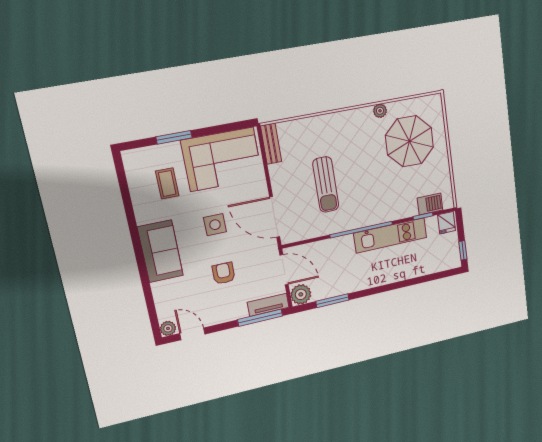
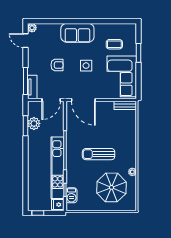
sun lounger: (326, 185) -> (99, 154), moved
door: (275, 217) -> (83, 100), swing flipped
kitchen unit: (390, 235) -> (58, 168), width x1.36
plant: (301, 294) -> (34, 123), moved
door: (192, 334) -> (26, 41), swing flipped

